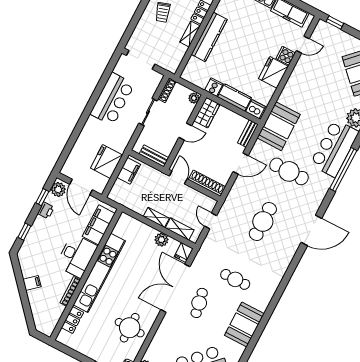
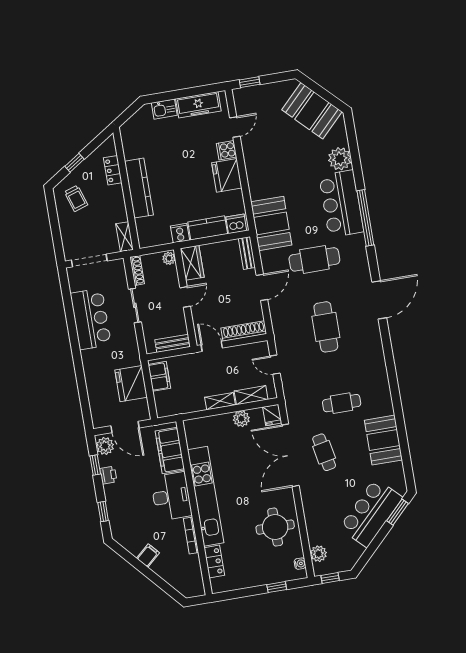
shelving: (190, 34) -> (125, 237), moved

